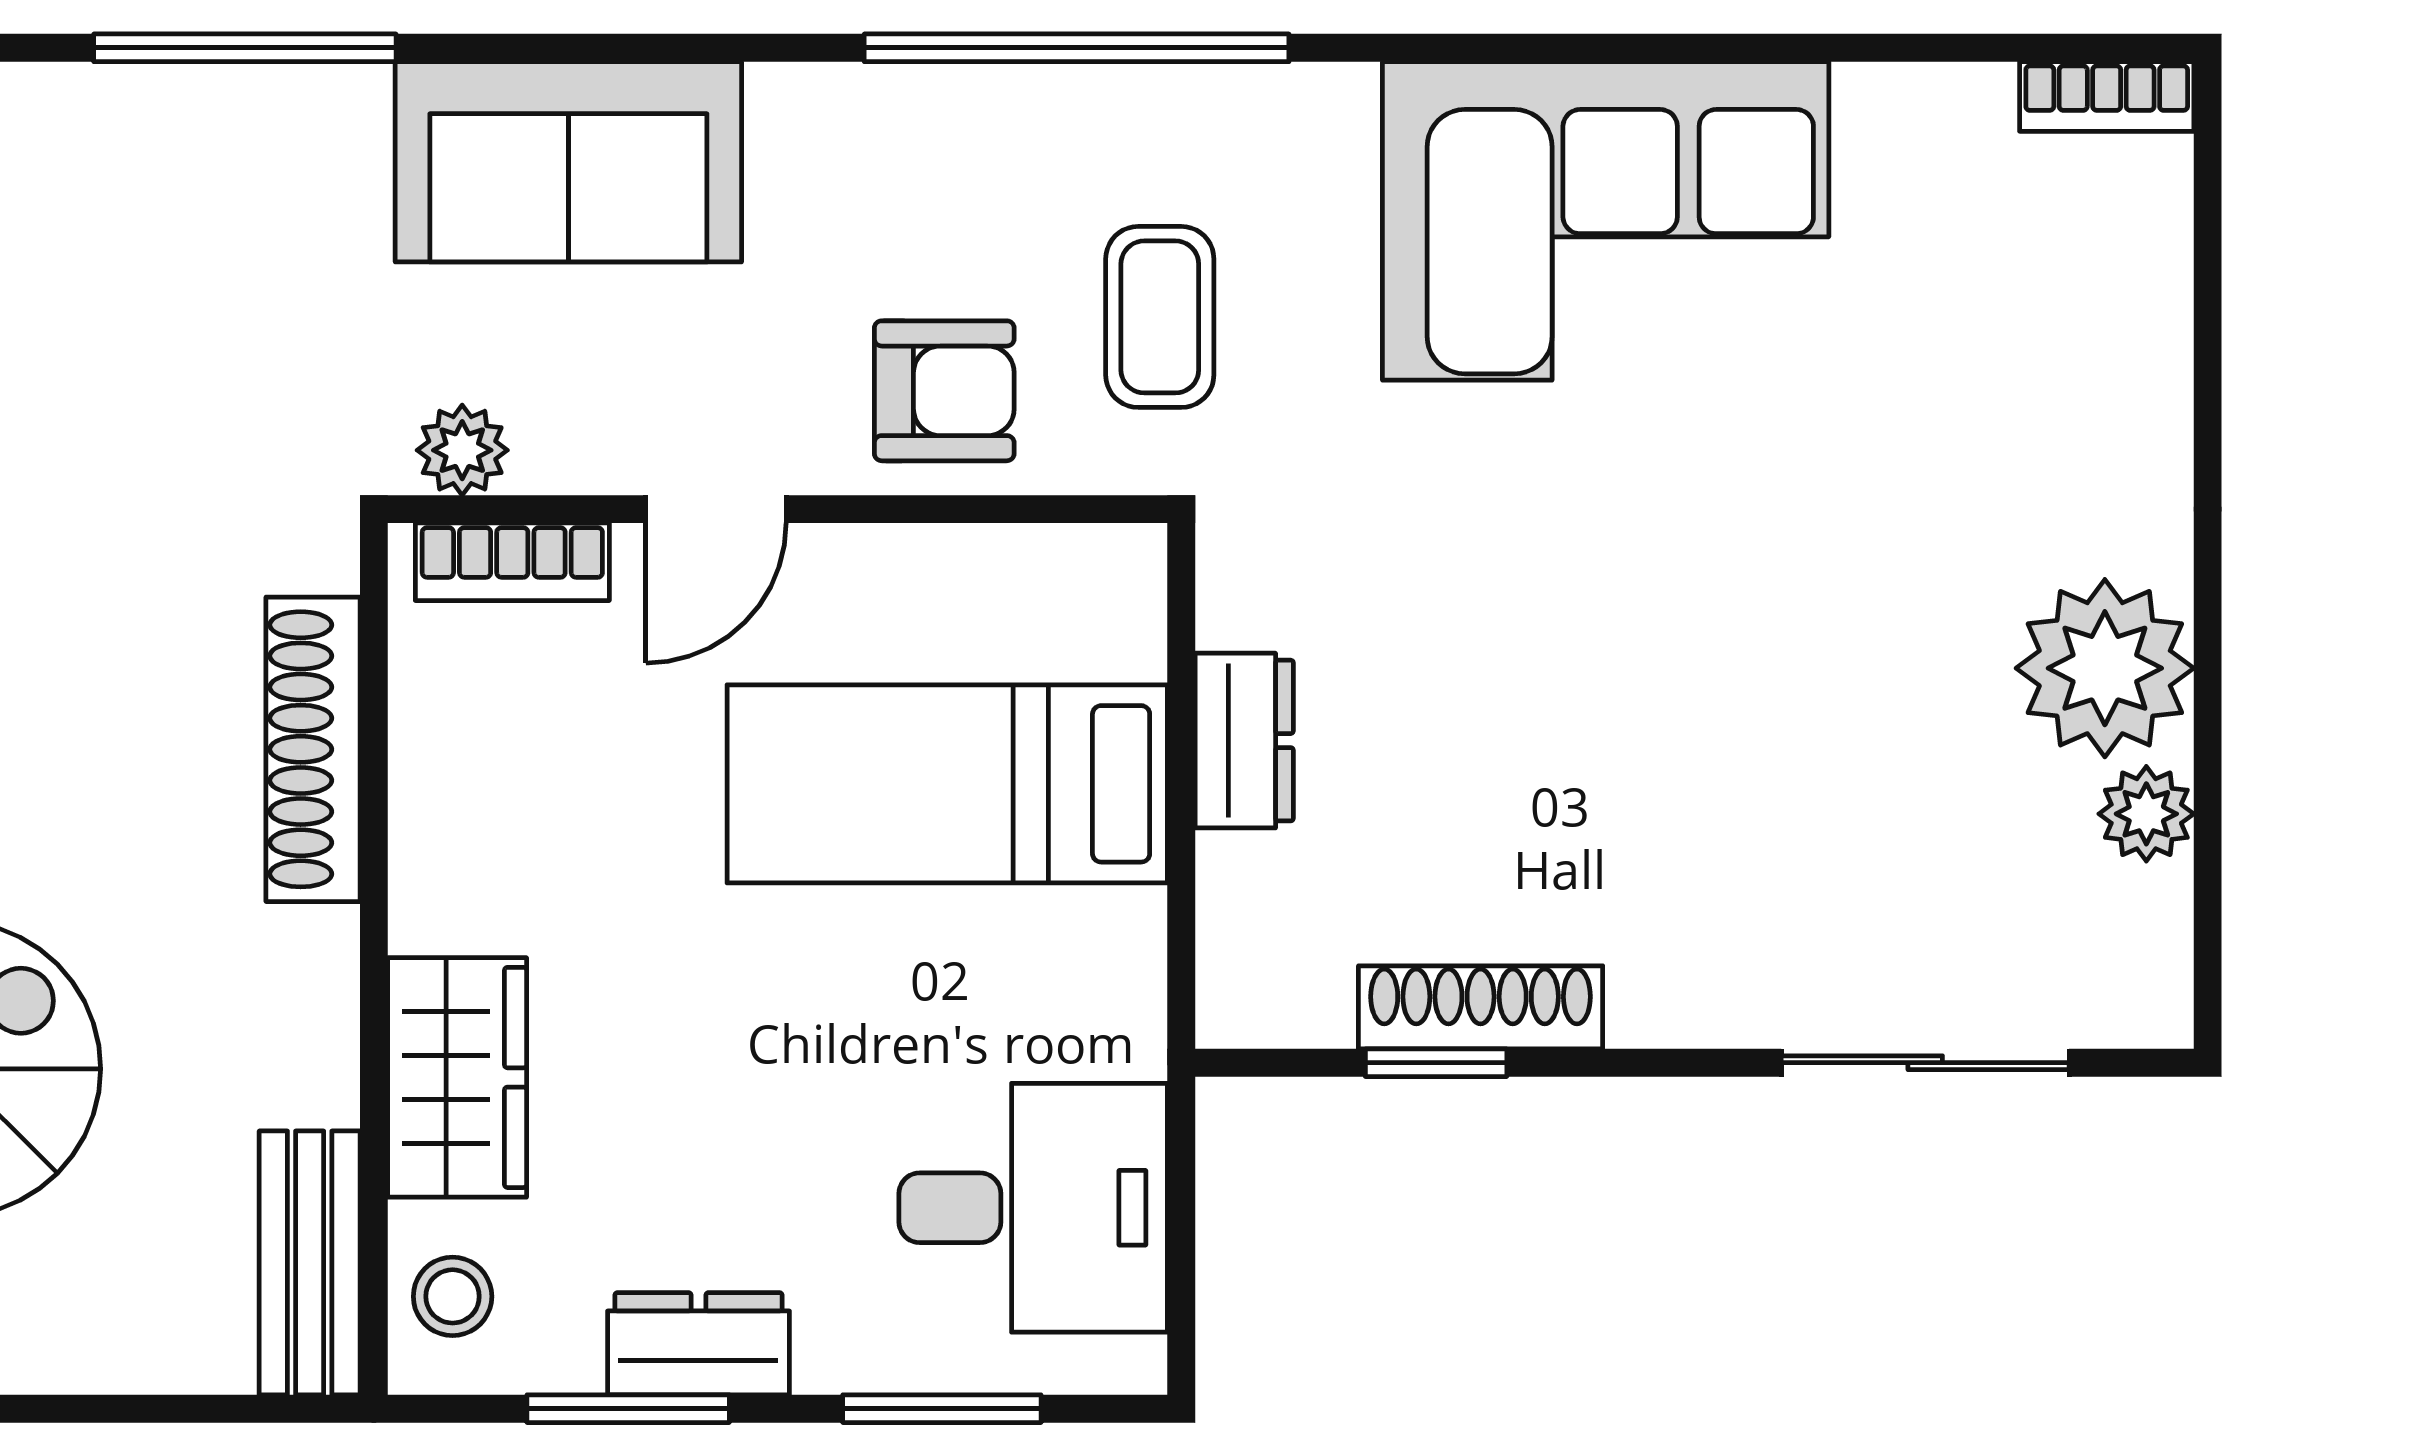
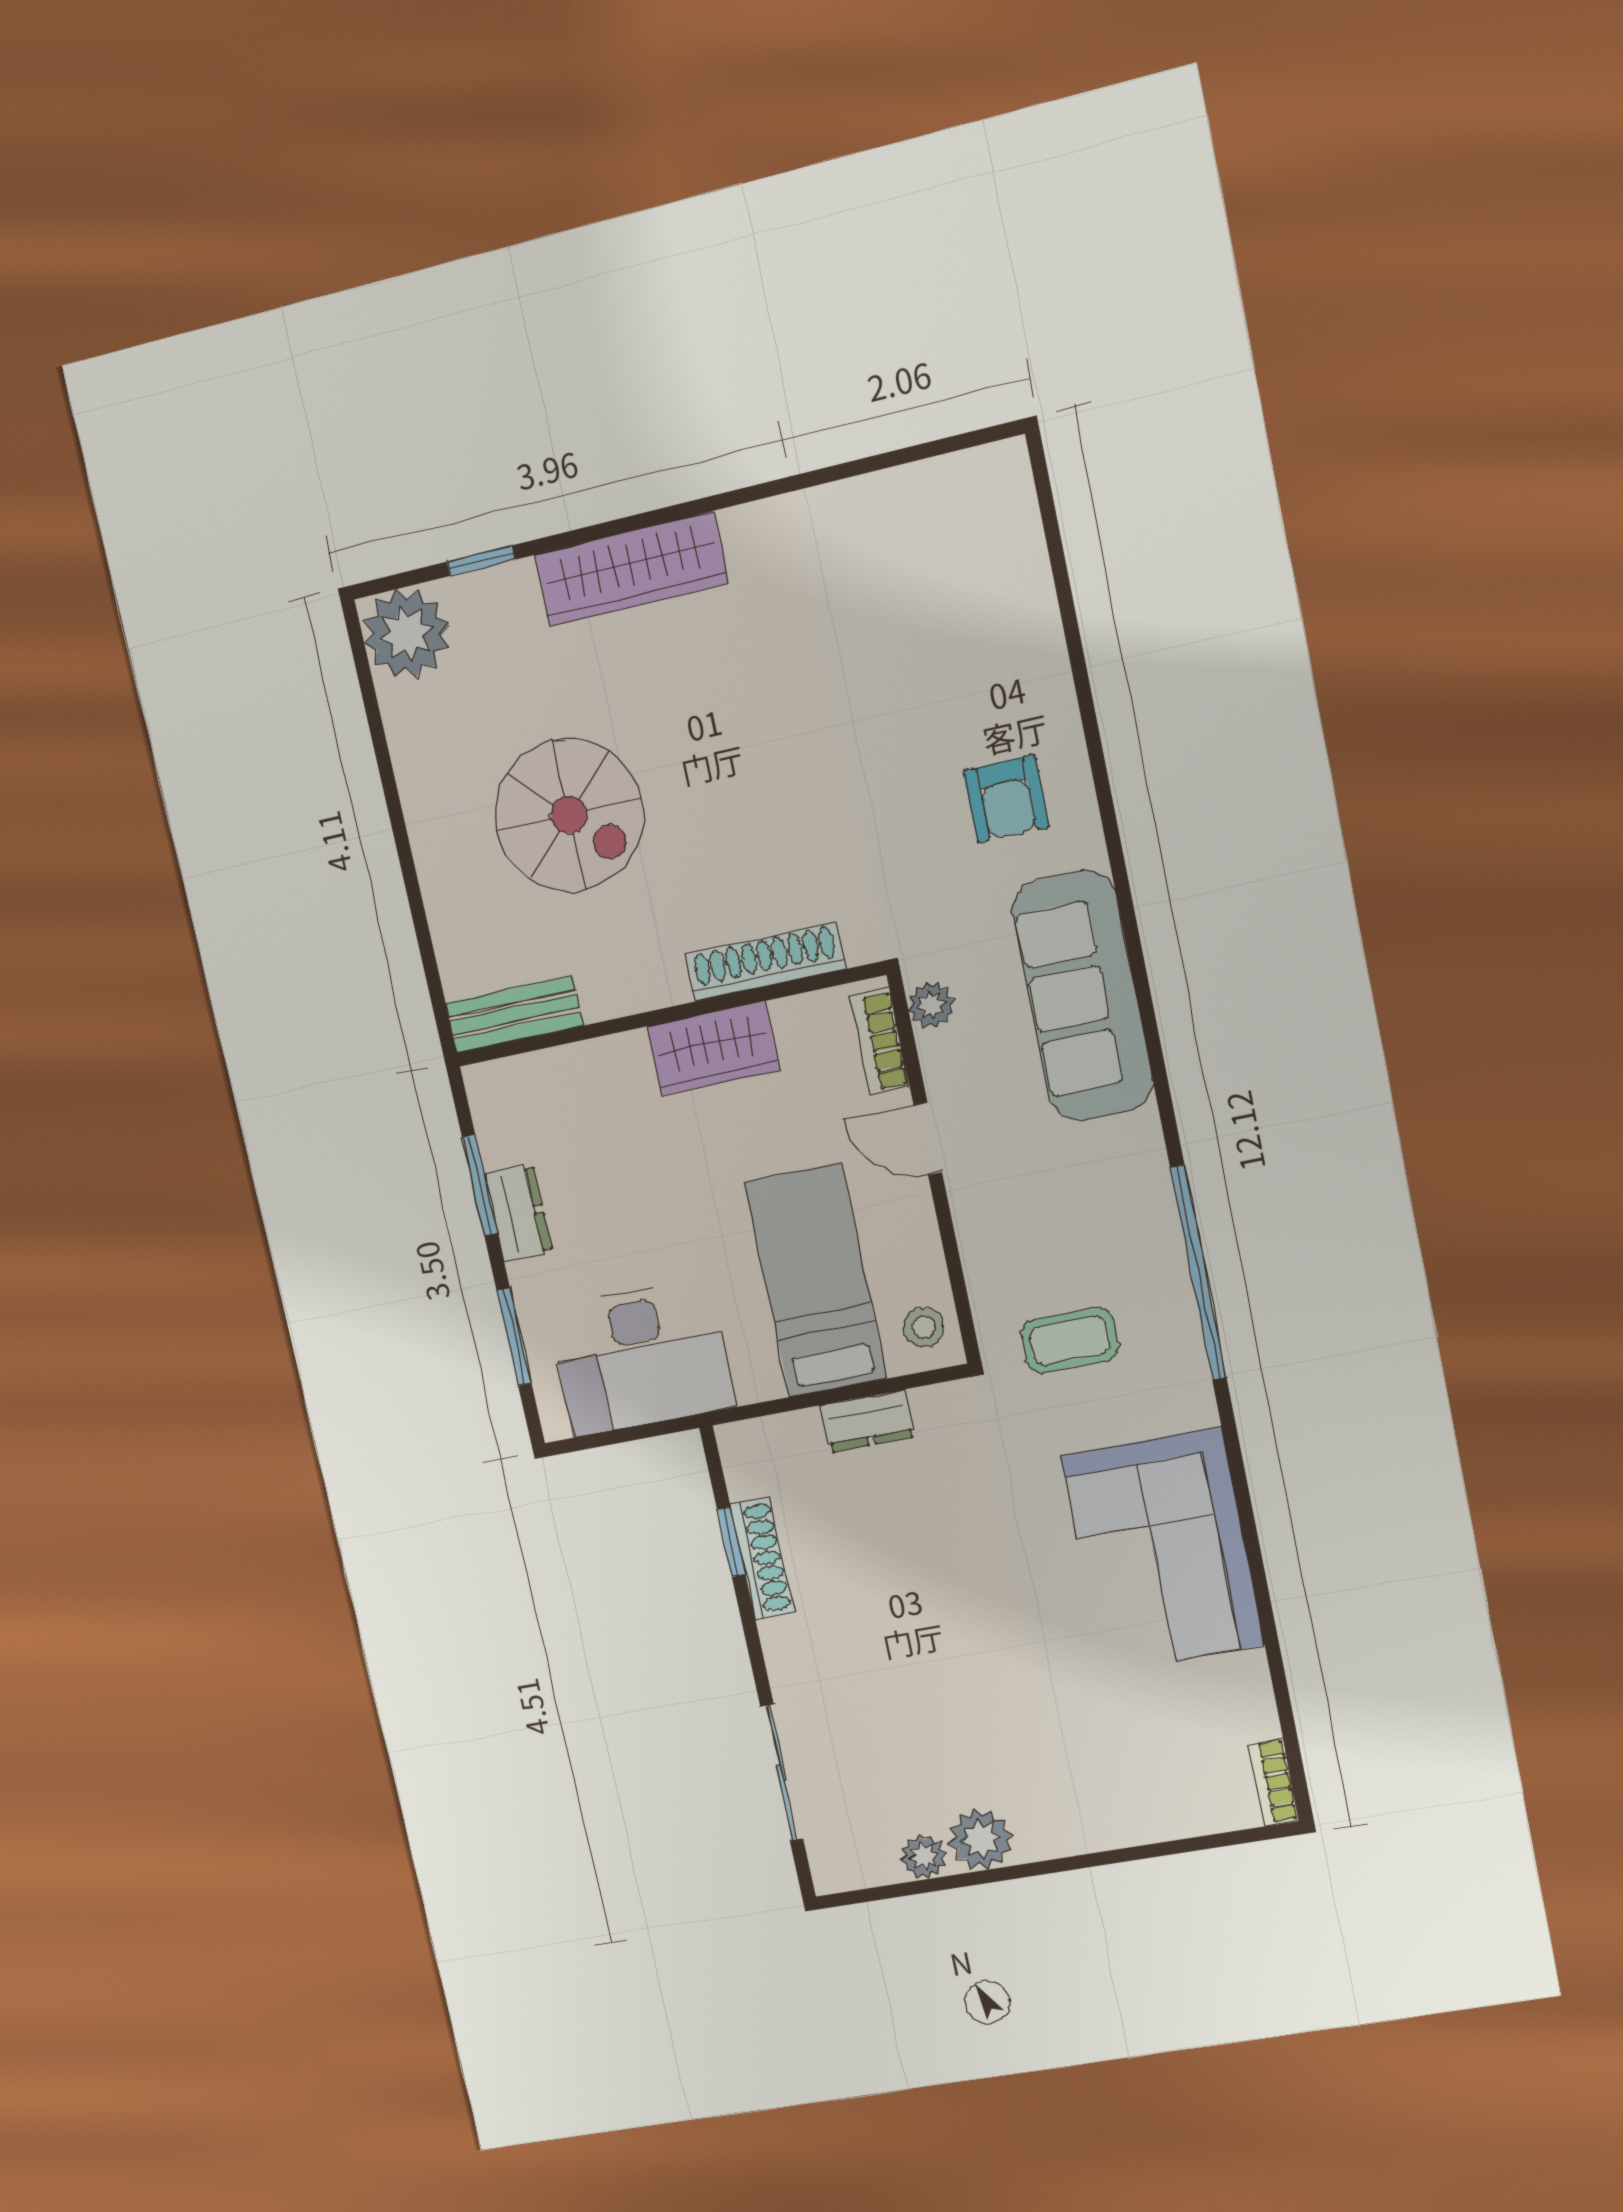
window: (245, 48) -> (1115, 849), removed
sofa: (568, 162) -> (1082, 996), width x1.36
armchair: (944, 391) -> (1006, 799), moved
plant: (2105, 668) -> (981, 1839), width x0.73, depth x0.73
wardrobe: (457, 1077) -> (713, 1048), moved
desk: (1033, 1208) -> (641, 1358), width x1.37
stool: (453, 1296) -> (924, 1327), moved

